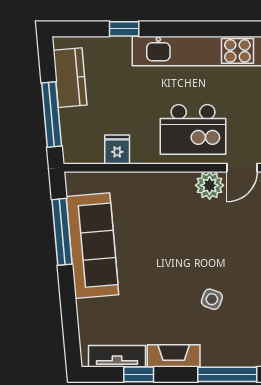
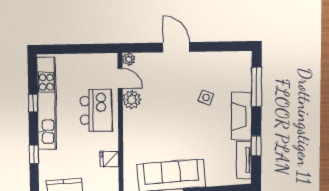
window: (205, 29) -> (33, 103), added
fireplace: (174, 356) -> (241, 116), width x1.37, depth x1.32

